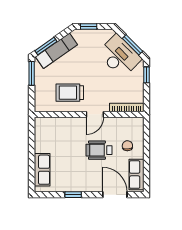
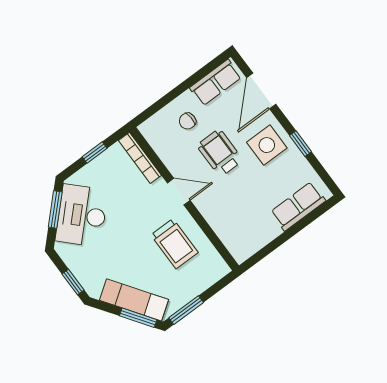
window: (146, 75) -> (95, 153), moved
wheelchair: (99, 150) -> (220, 153), turned 180
side table: (85, 177) -> (267, 145), added

